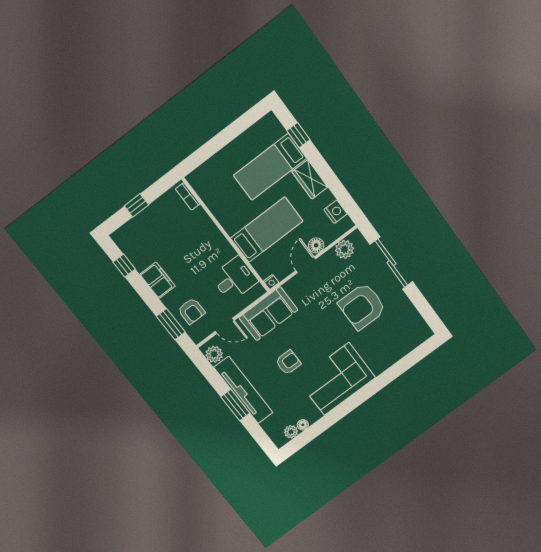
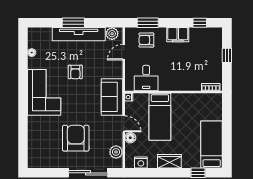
bed: (270, 167) -> (212, 144), moved
sofa: (268, 314) -> (112, 97), moved
plant: (291, 432) -> (33, 43), removed

